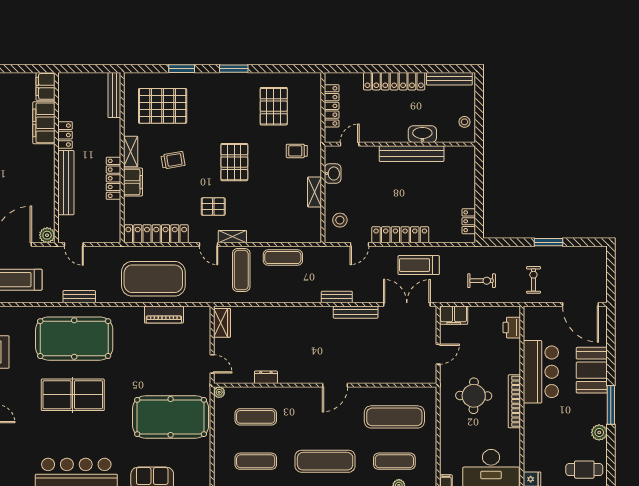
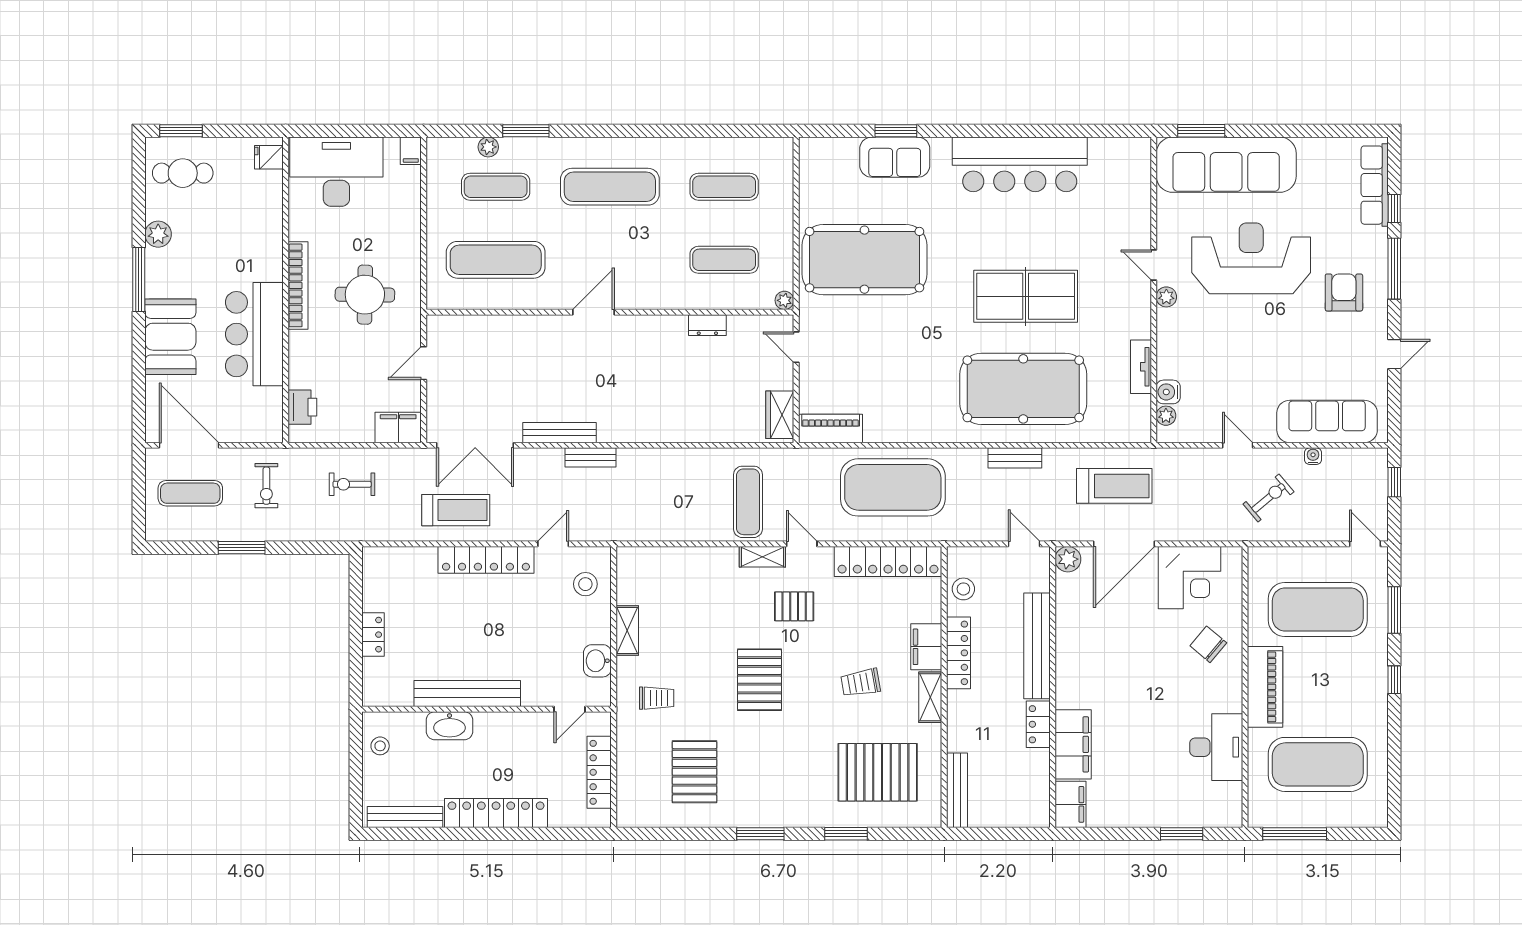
stool: (111, 217) -> (963, 589), added
locker: (469, 221) -> (373, 635), moved
exercise mat: (283, 258) -> (190, 493), moved
piano: (164, 315) -> (831, 428), moved

